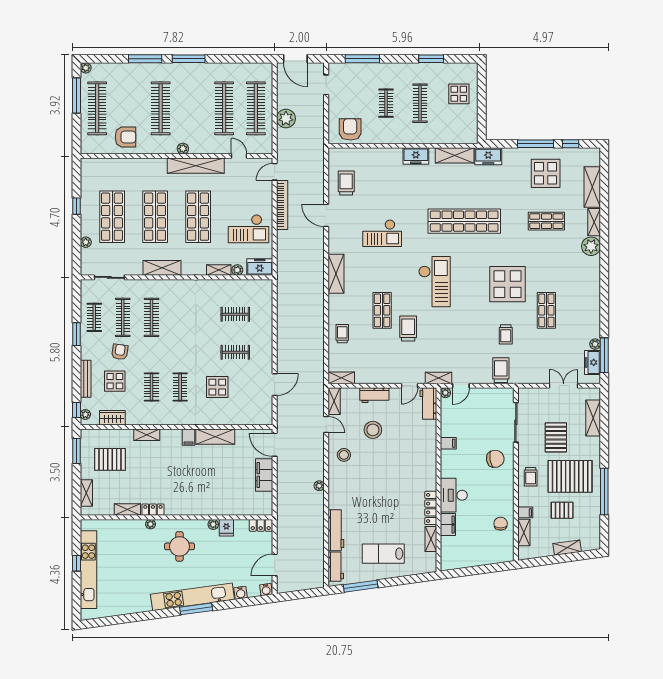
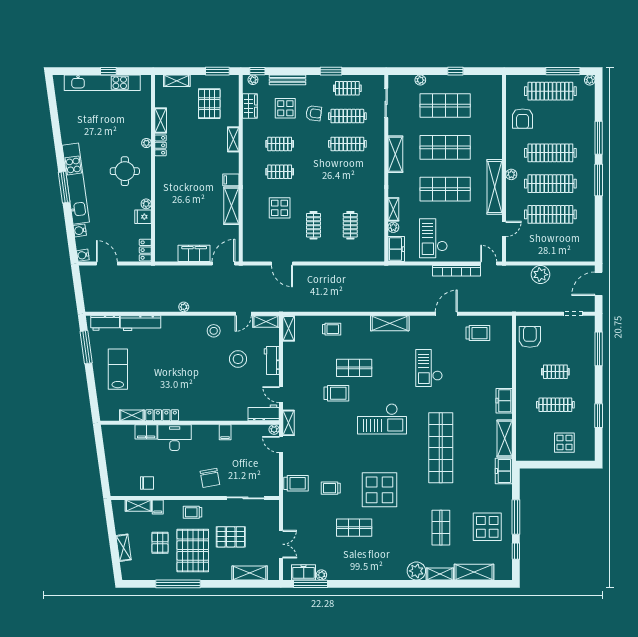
clothes rail: (256, 108) -> (550, 184), moved
armchair: (350, 129) -> (530, 337), turned -90

